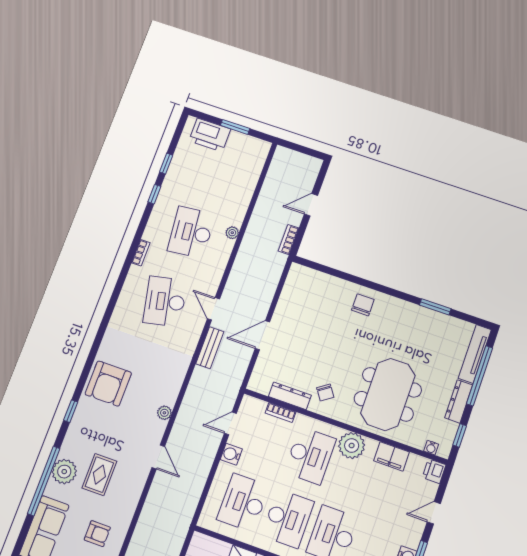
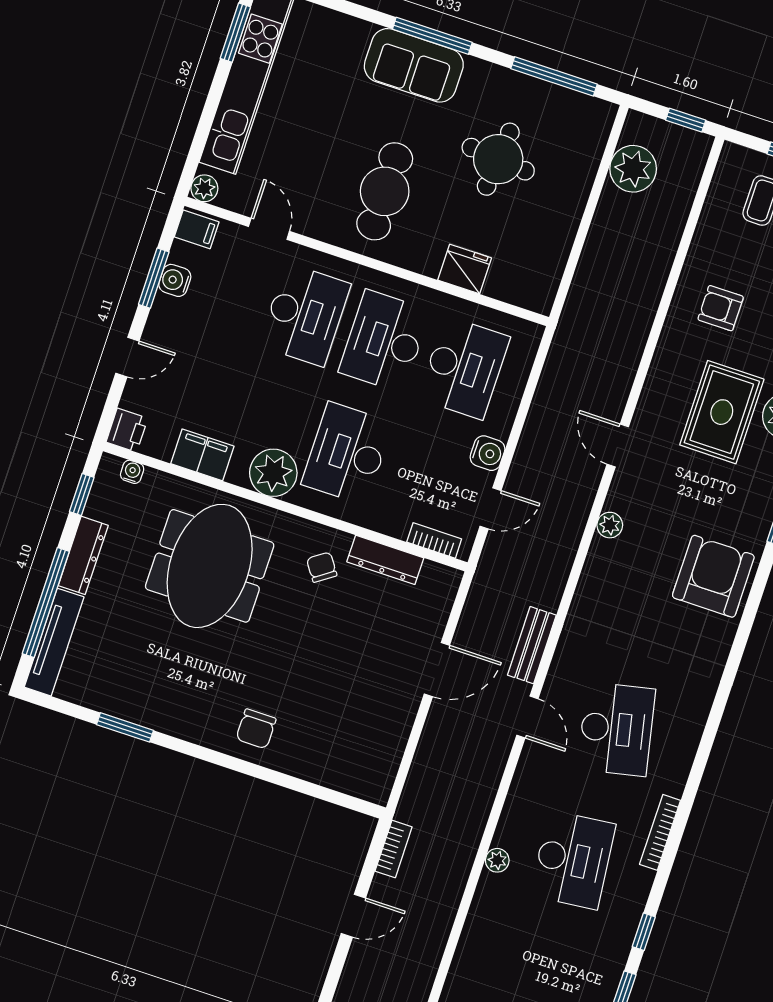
bookcase: (141, 253) -> (660, 832), width x1.56
bookcase: (281, 413) -> (434, 540), moved
rug: (99, 475) -> (722, 412), width x1.36, depth x1.43

